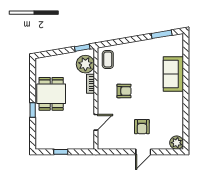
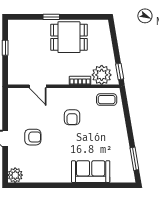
armchair: (142, 127) -> (33, 137), turned 180

